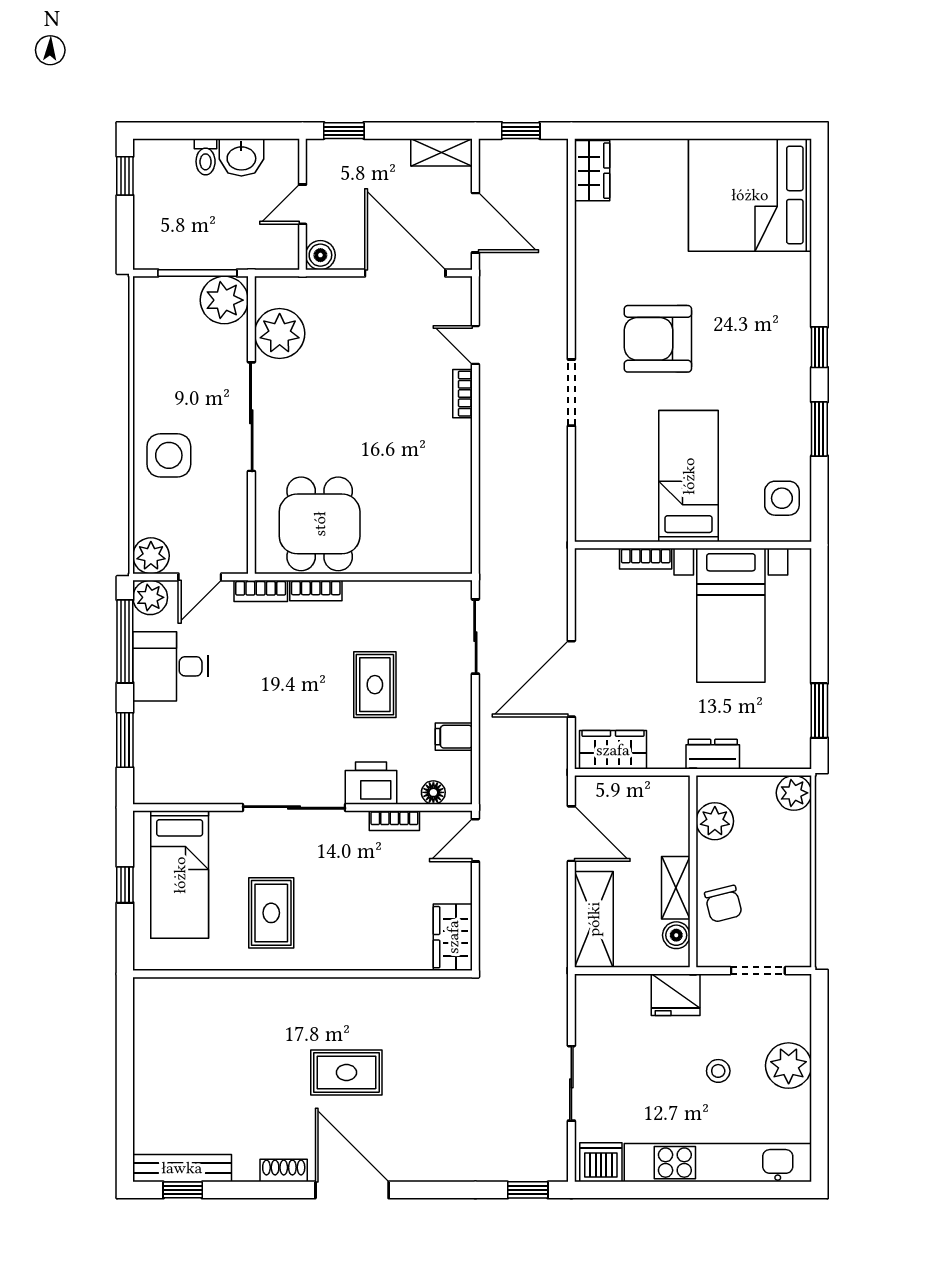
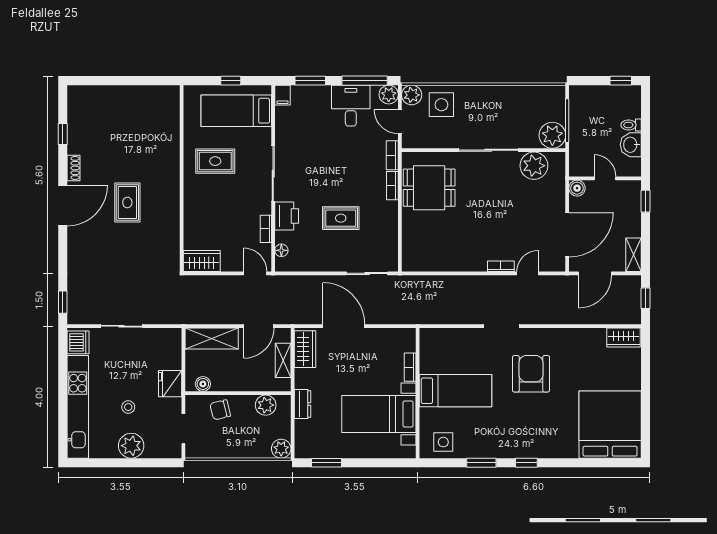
side table: (169, 455) -> (441, 105), moved
filing cabinet: (454, 737) -> (283, 95), moved, turned 180
shelving: (676, 888) -> (283, 360), moved, turned 90
bench: (182, 1168) -> (75, 112), removed
window: (183, 1190) -> (63, 134), moved

